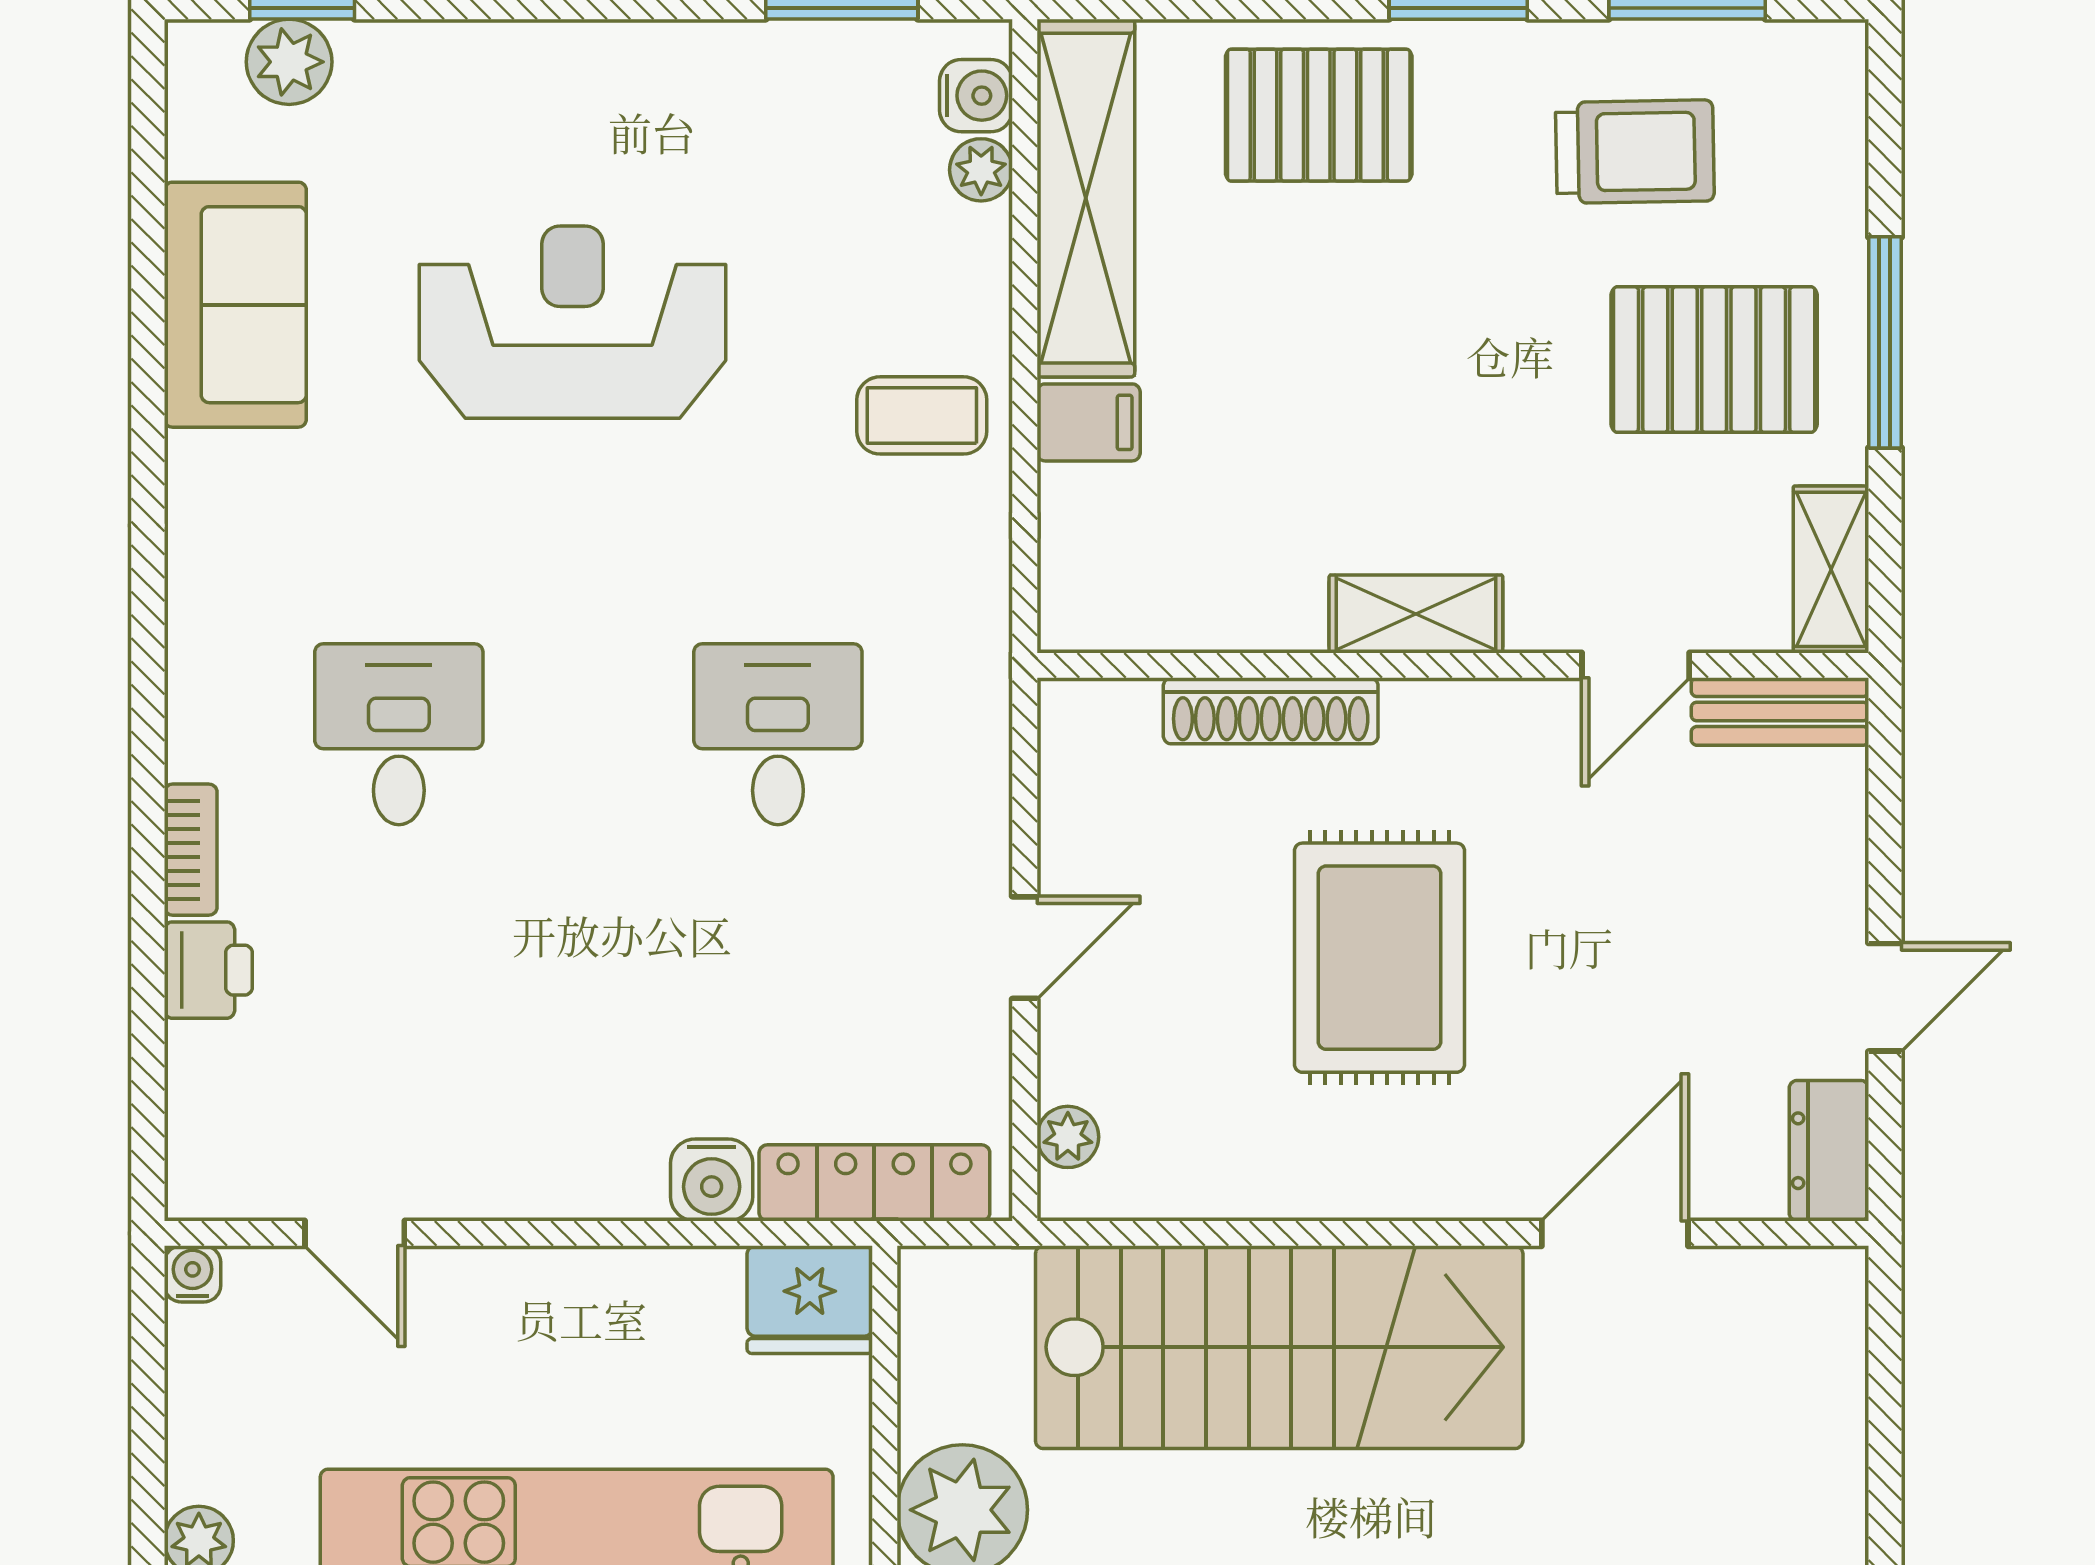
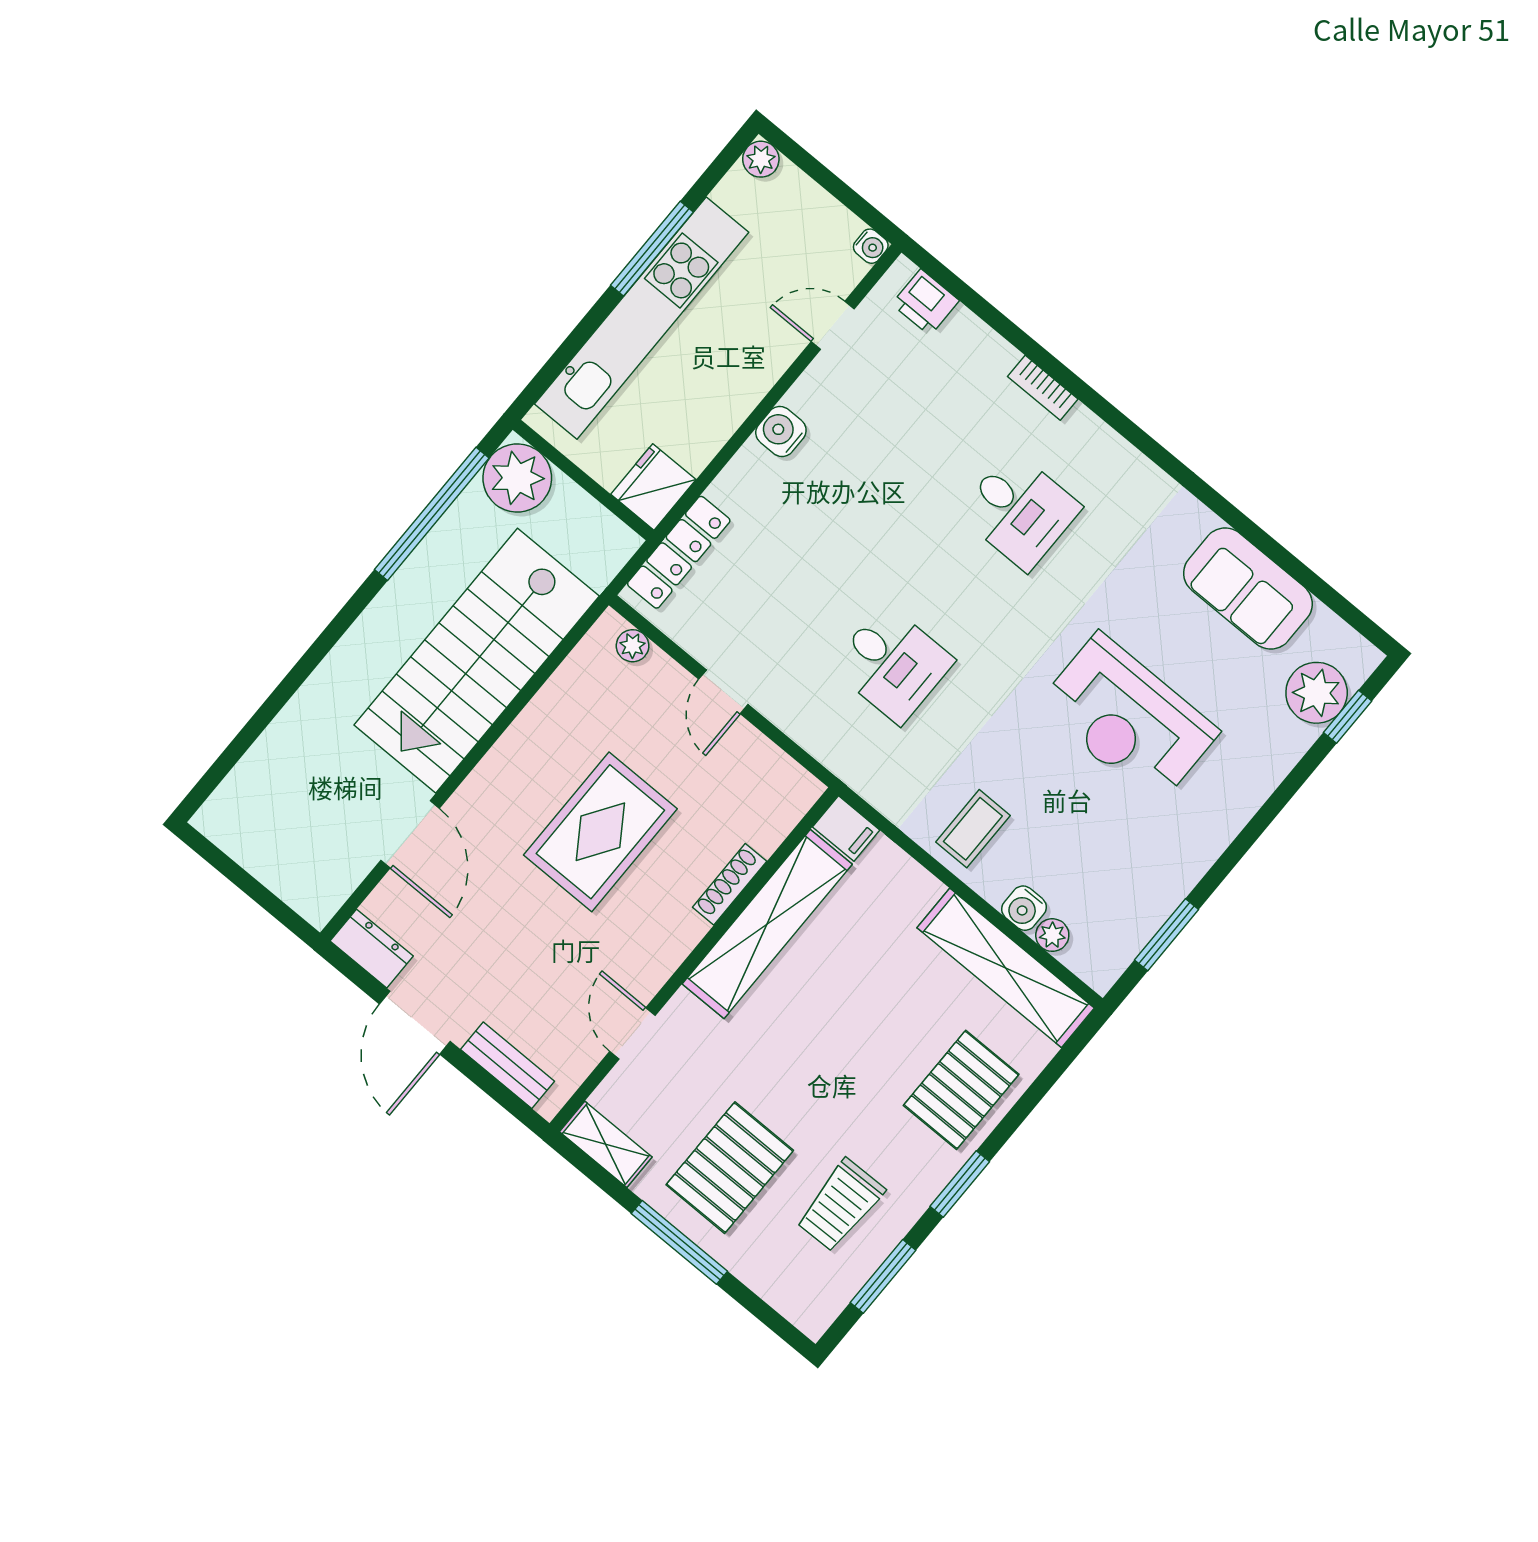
plant: (289, 62) -> (1317, 693), width x1.36, depth x1.36
water cooler: (976, 96) -> (1024, 908), moved
reception desk: (573, 322) -> (1128, 719), turned 90
filing cabinet: (1089, 422) -> (846, 828), moved, turned -90
shelving: (1416, 614) -> (767, 924), width x2.20, depth x1.33
shoe rack: (1271, 711) -> (730, 884), width x0.74, depth x0.81
bench: (1780, 712) -> (507, 1065), moved, turned 90
rug: (1379, 958) -> (600, 832), turned 90
printer: (208, 970) -> (925, 302), moved
door: (1885, 997) -> (415, 1023), width x1.38
water cooler: (712, 1180) -> (781, 432), moved

